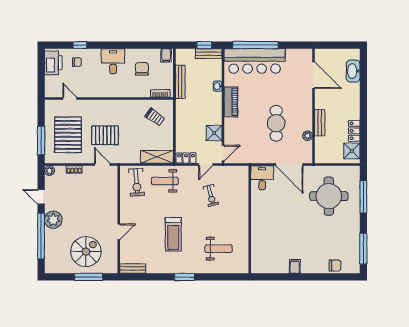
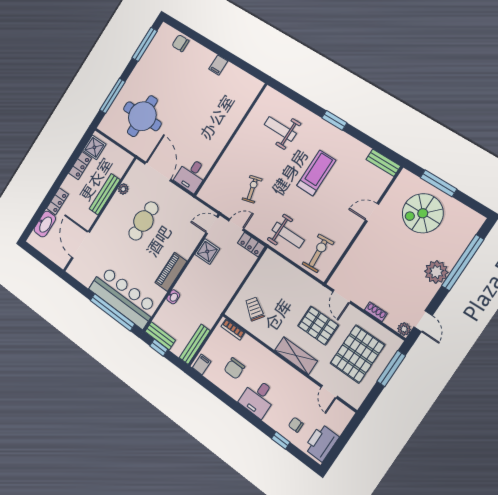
bench: (180, 82) -> (195, 344), moved
locker: (354, 94) -> (57, 201), added
bench: (320, 123) -> (105, 194), width x1.36
shelving: (157, 157) -> (296, 356), moved
door: (41, 197) -> (423, 321), moved

